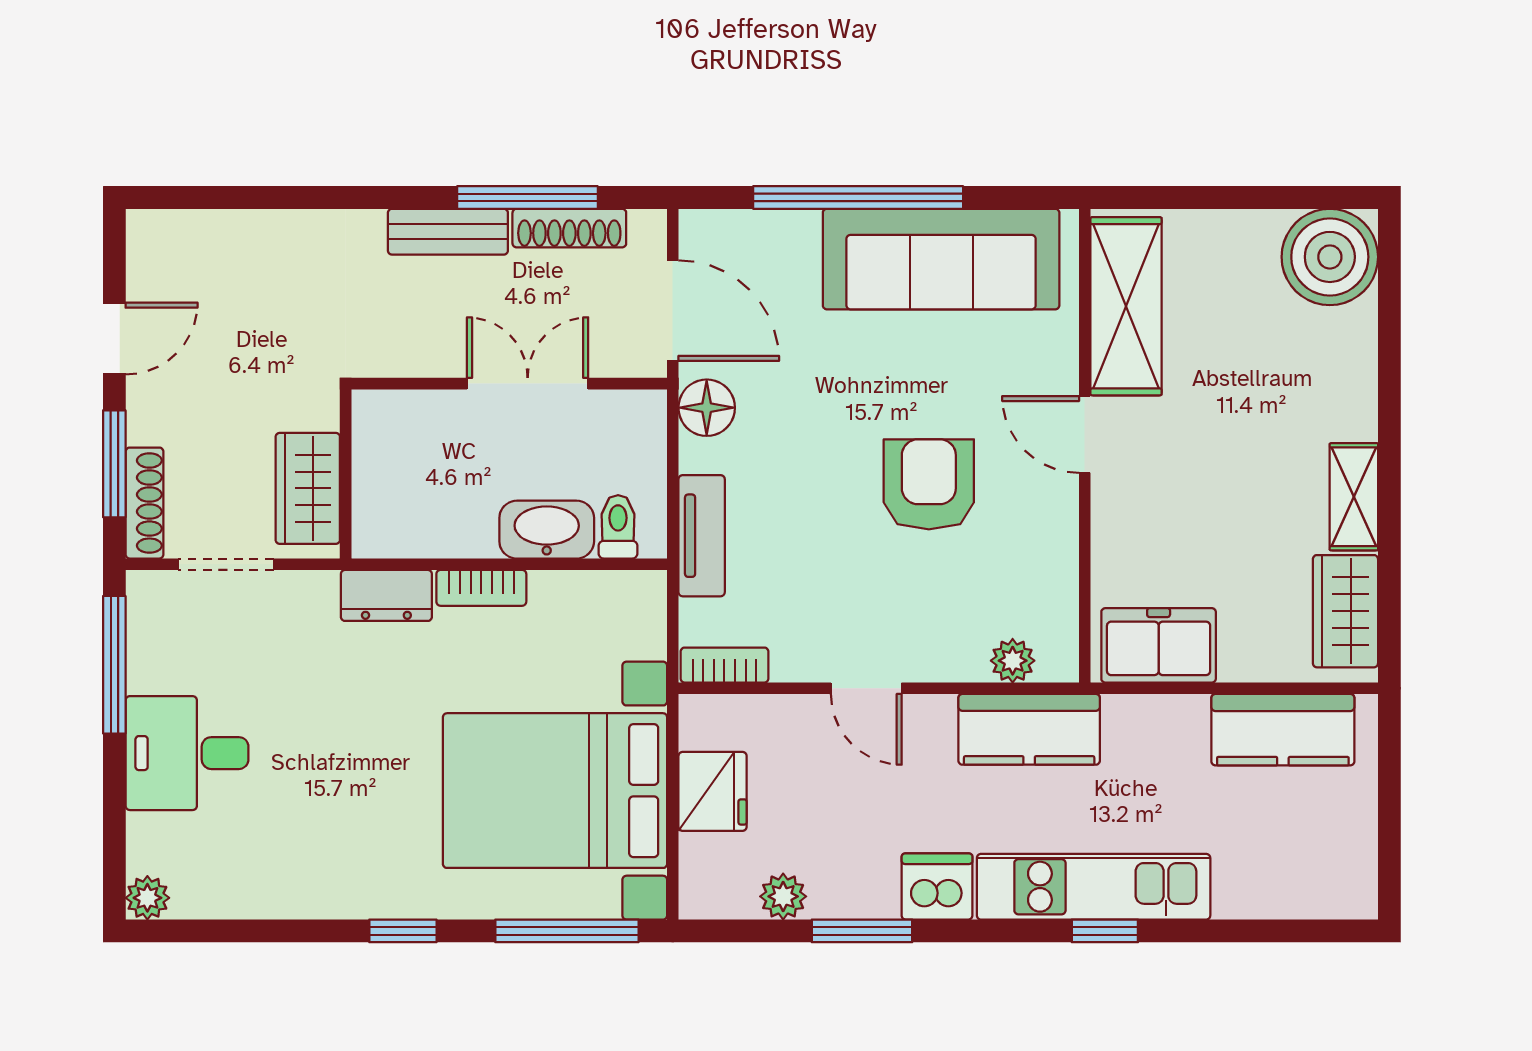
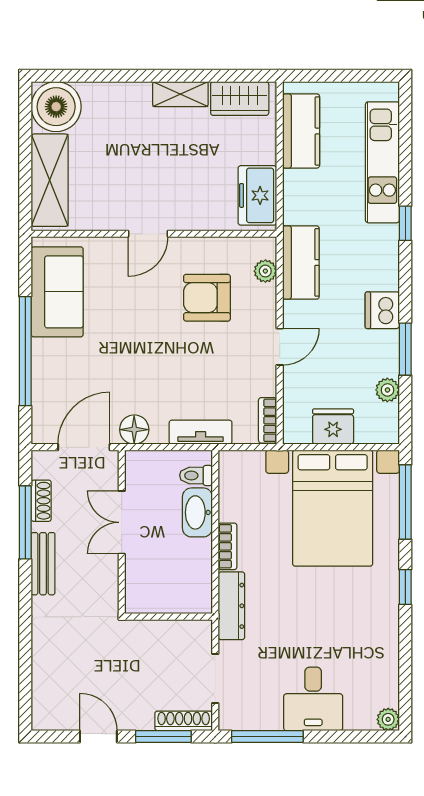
shoe rack: (569, 228) -> (41, 501), width x0.70
sofa: (941, 259) -> (57, 292), width x0.73
shelving: (1126, 306) -> (50, 180), moved, turned 90
armchair: (929, 484) -> (207, 298), moved
wardrobe: (308, 488) -> (176, 636), removed
dresser: (386, 595) -> (231, 606), width x1.44
kitchen unit: (1094, 887) -> (382, 162), moved

